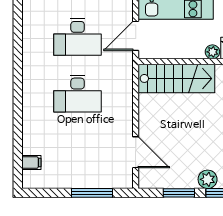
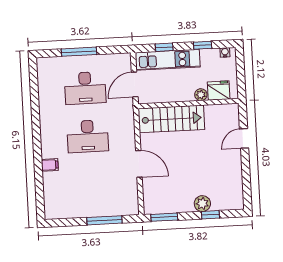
door: (136, 152) -> (139, 164), moved
filing cabinet: (31, 163) -> (50, 165), moved
window: (179, 193) -> (164, 217), moved

